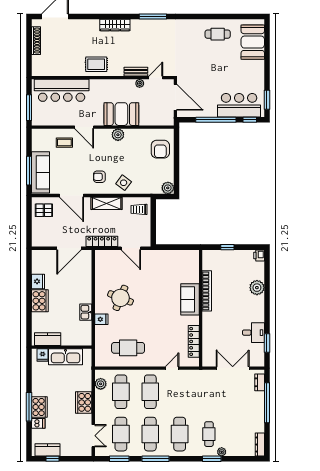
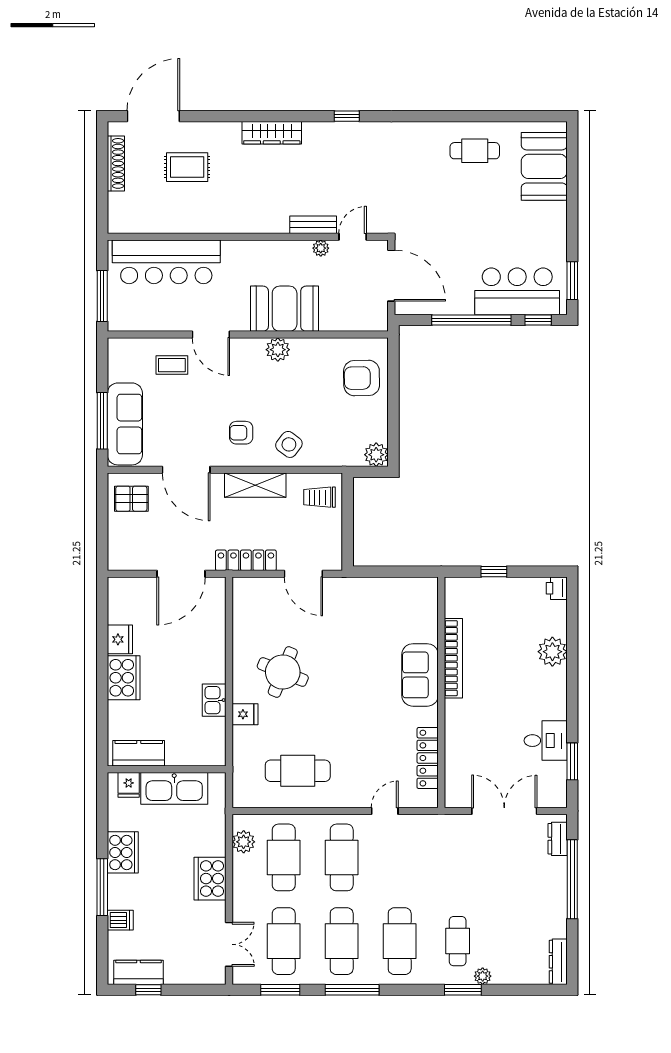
window: (153, 17) -> (347, 116), width x0.46
rug: (96, 64) -> (187, 167), moved
armchair: (160, 149) -> (362, 378), turned 89
cooker: (39, 407) -> (123, 852), moved

